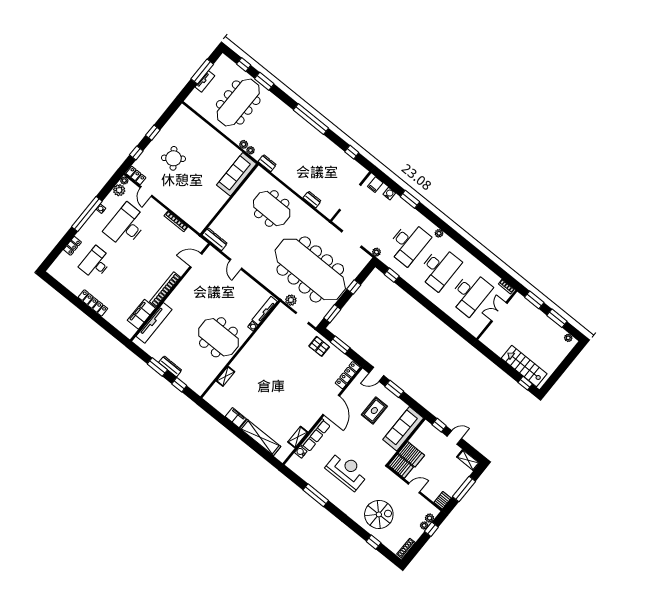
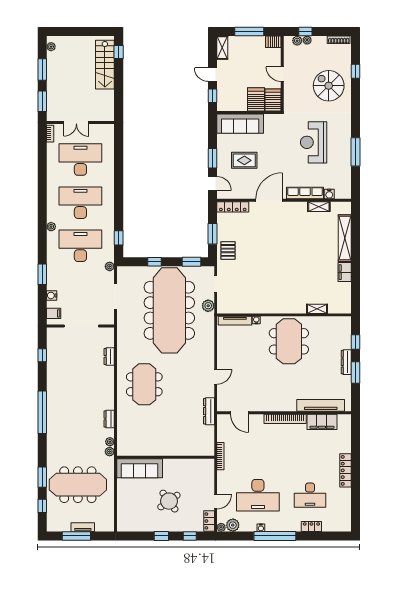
sofa: (237, 174) -> (140, 468), moved
wall: (229, 199) -> (166, 457), moved

